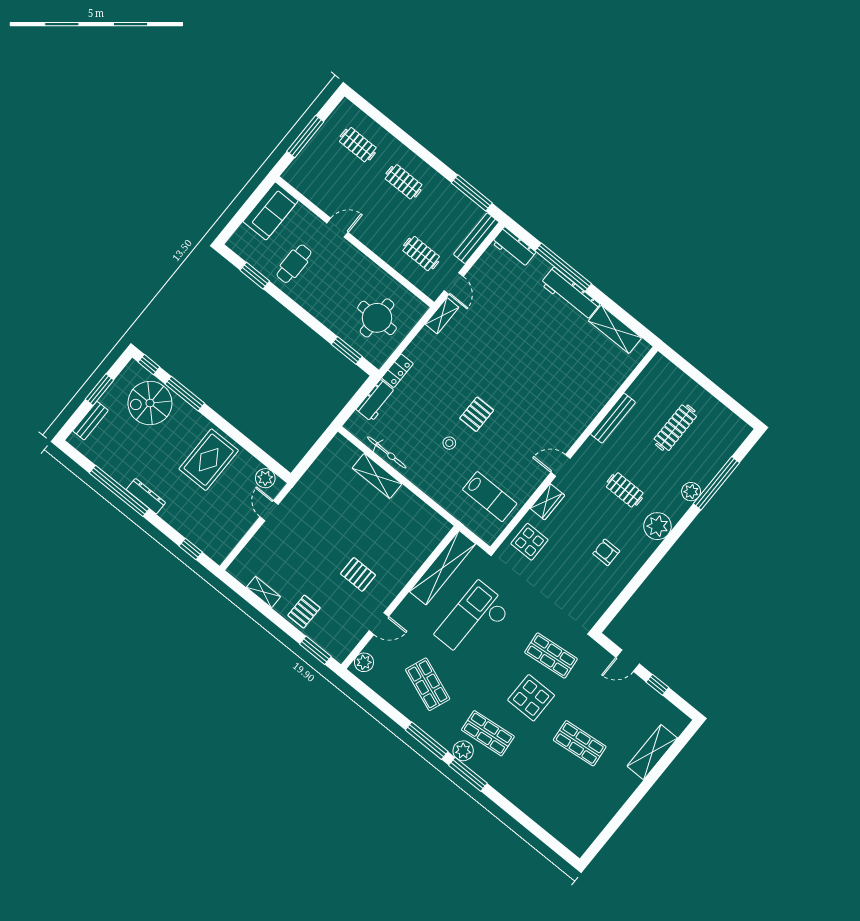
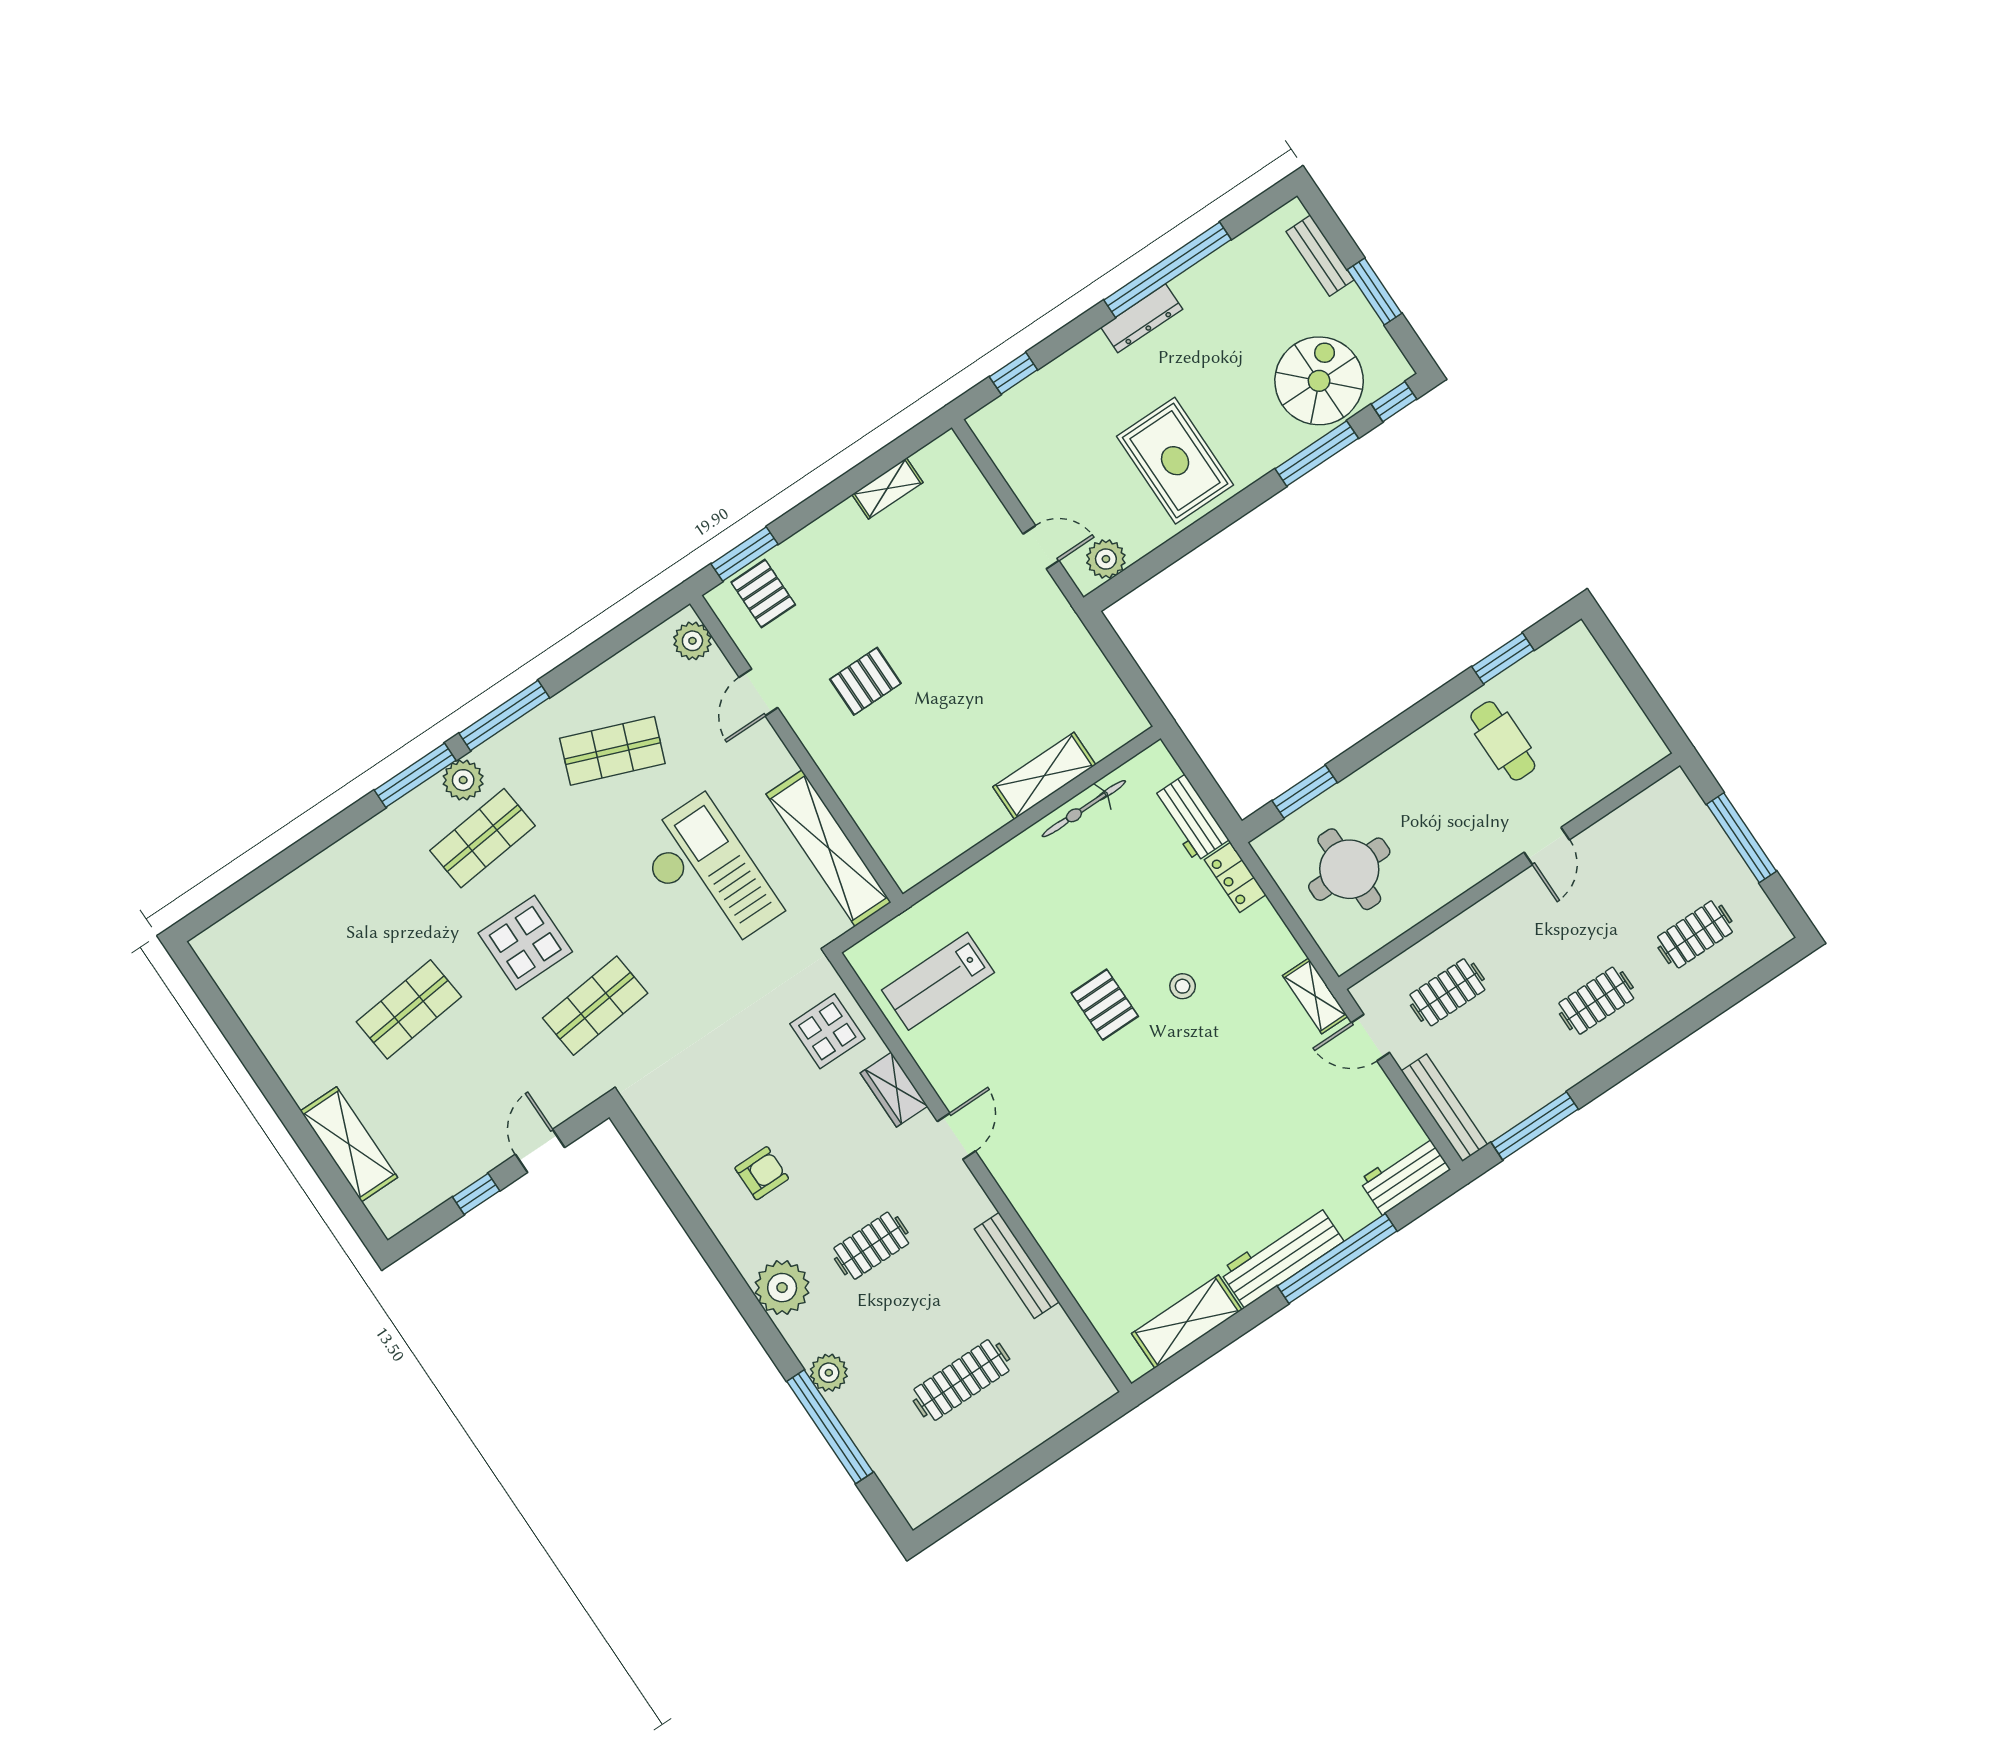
sofa: (271, 211) -> (1618, 727), removed
clothes rail: (675, 428) -> (961, 1380), turned 90
stool: (449, 443) -> (1183, 986), moved
pallet: (304, 612) -> (763, 594), moved

